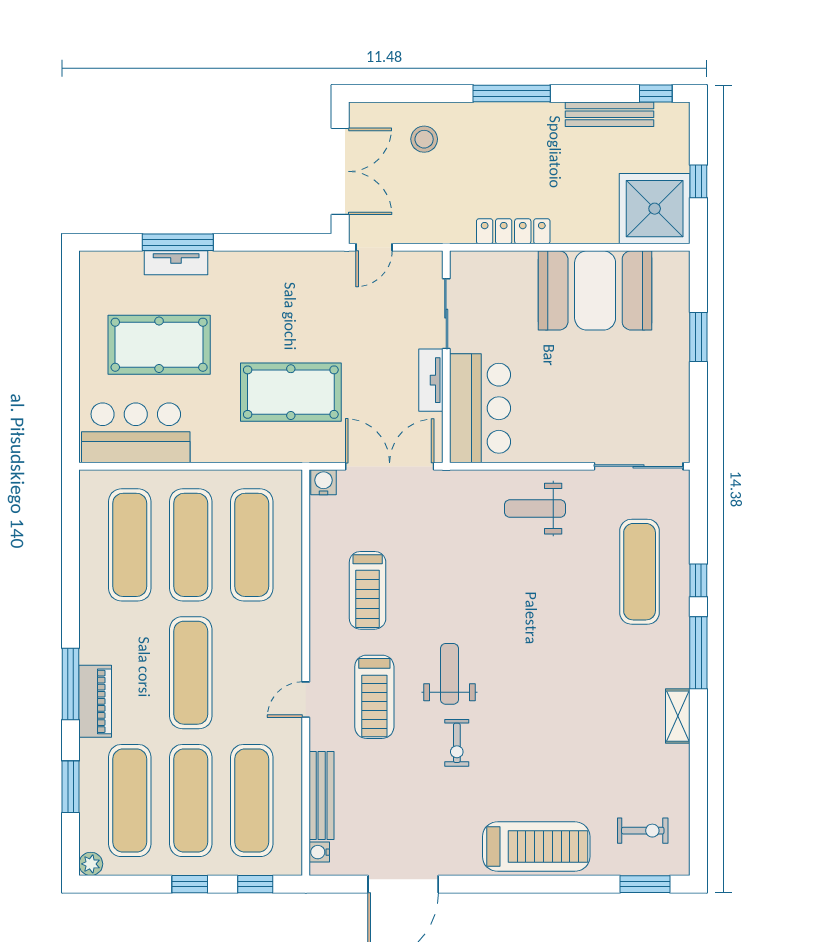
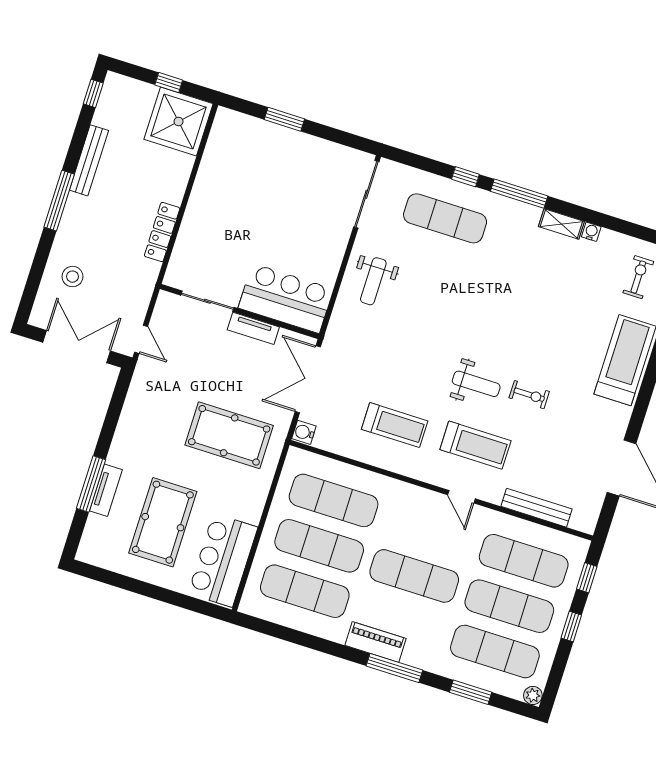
bench: (610, 114) -> (89, 160), moved
booth: (595, 290) -> (225, 185), removed
pool table: (291, 392) -> (229, 435), turned 90
weight bench: (449, 674) -> (476, 384), turned 180
piano: (95, 701) -> (376, 642), moved
water cooler: (319, 852) -> (591, 232), moved, turned 180

